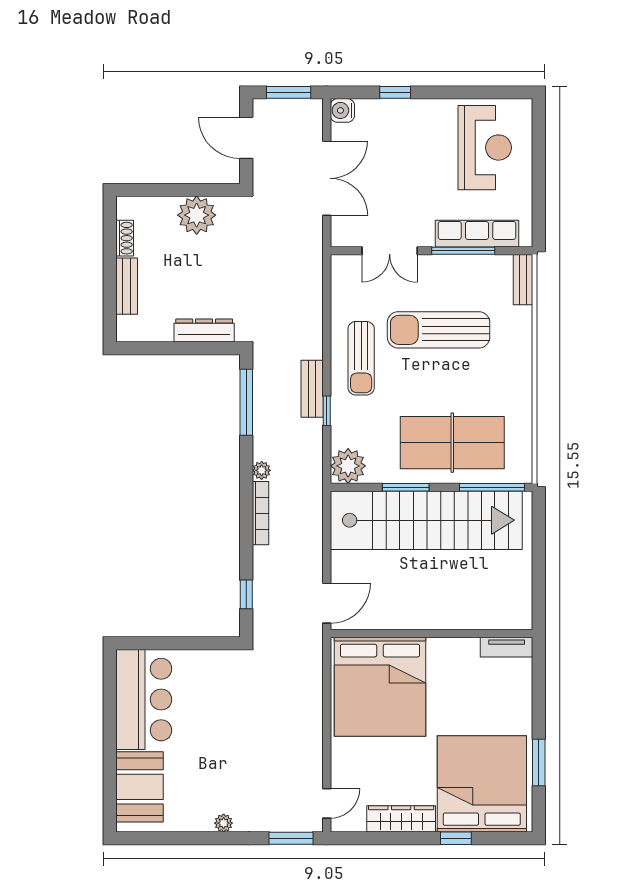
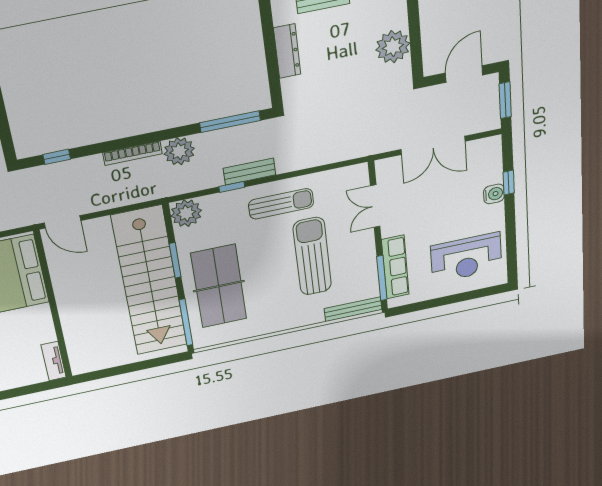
water cooler: (342, 110) -> (494, 194), moved, turned 90
window: (463, 251) -> (382, 278), moved
bench: (523, 280) -> (353, 309), width x1.36
dresser: (204, 331) -> (287, 51), moved
sun lounger: (361, 358) -> (281, 204), turned 180
plant: (262, 470) -> (179, 151), width x1.88, depth x1.88

